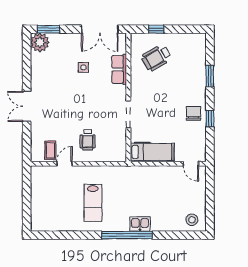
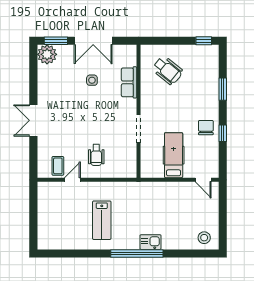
double door: (100, 29) -> (93, 41), moved
window: (156, 29) -> (204, 41), moved
wheelchair: (156, 58) -> (167, 70), turned -111
hospital bed: (152, 152) -> (174, 155), moved, turned -90

